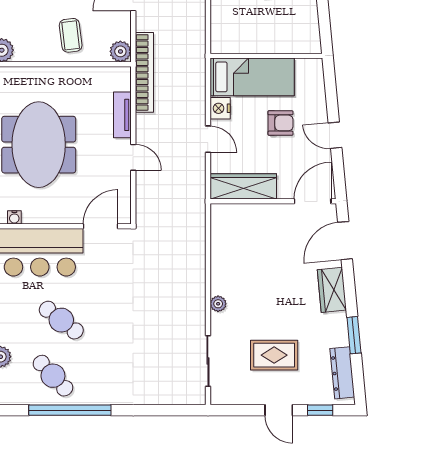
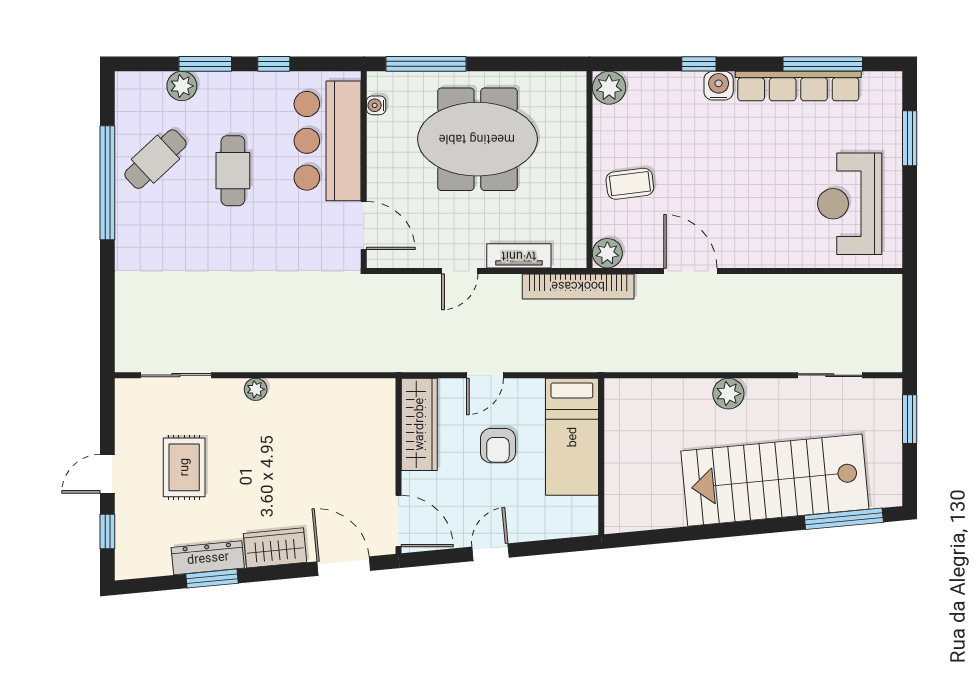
nightstand: (220, 108) -> (528, 392), removed
armchair: (280, 123) -> (498, 446), moved
cafe table: (61, 320) -> (233, 171), turned -38
dresser: (342, 373) -> (208, 558), moved

